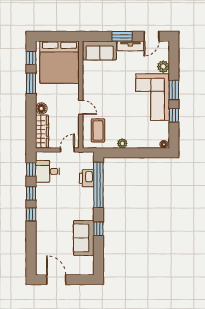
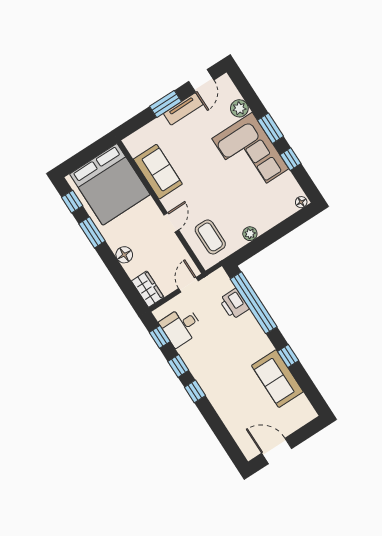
sofa: (100, 50) -> (158, 172), moved, turned -90
door: (81, 107) -> (171, 222), hinge flipped
wardrobe: (42, 132) -> (148, 289), width x0.67

